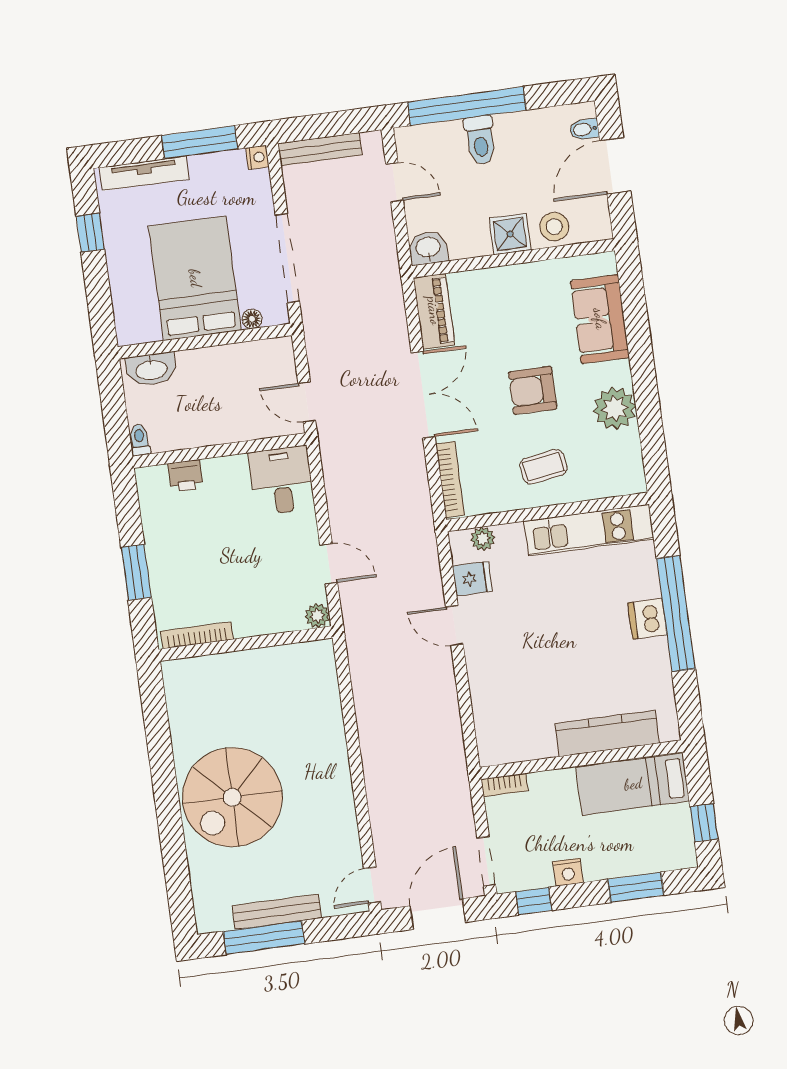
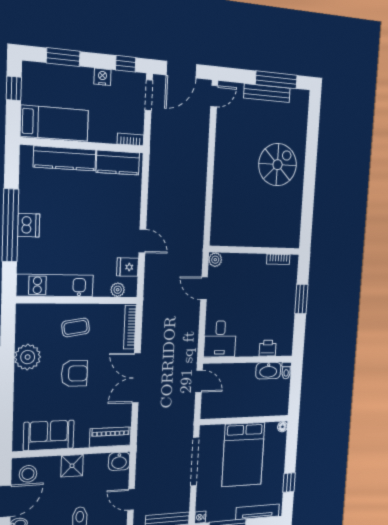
stool: (554, 227) -> (28, 474), moved
piano: (434, 311) -> (110, 437), moved, turned 90
floor lamp: (252, 319) -> (282, 427), moved
sofa: (600, 319) -> (49, 435), moved, turned -90
washbasin: (151, 369) -> (268, 371), moved, turned 180
bookcase: (197, 635) -> (278, 259), width x0.64
kitchen counter: (519, 744) -> (118, 163), added
spiral stairs: (232, 797) -> (278, 165), width x0.73, depth x0.73

